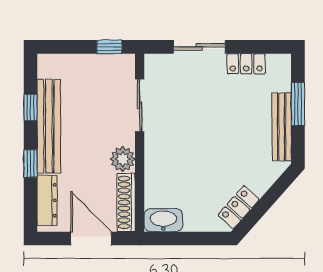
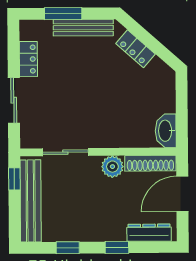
bench: (49, 126) -> (31, 201), moved, turned 90
locker: (239, 207) -> (136, 49), moved

